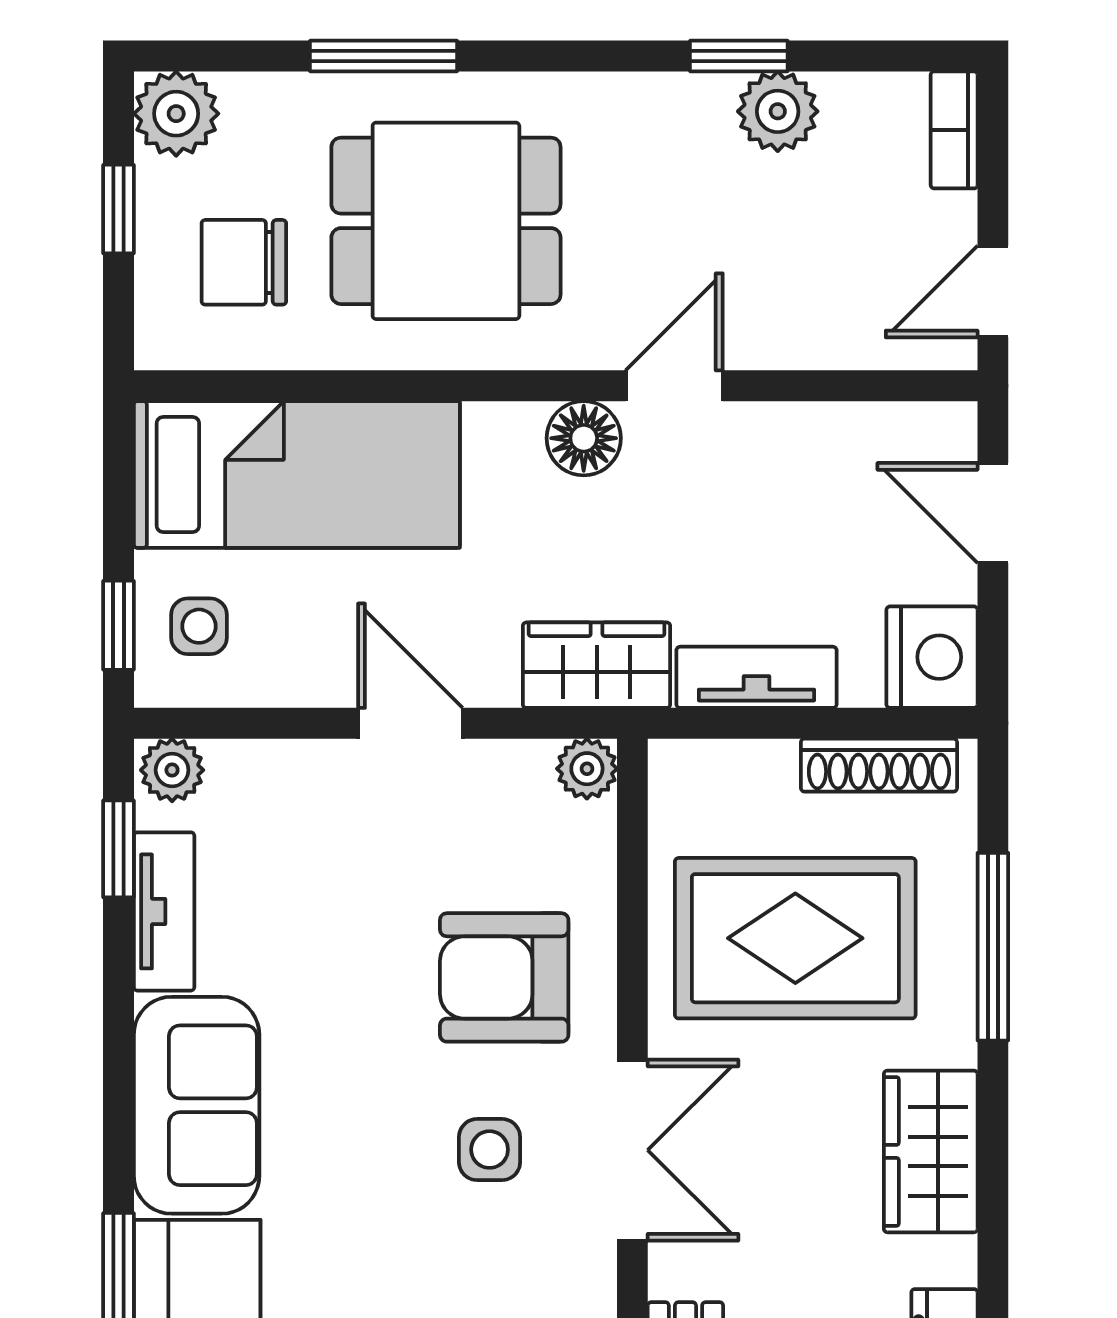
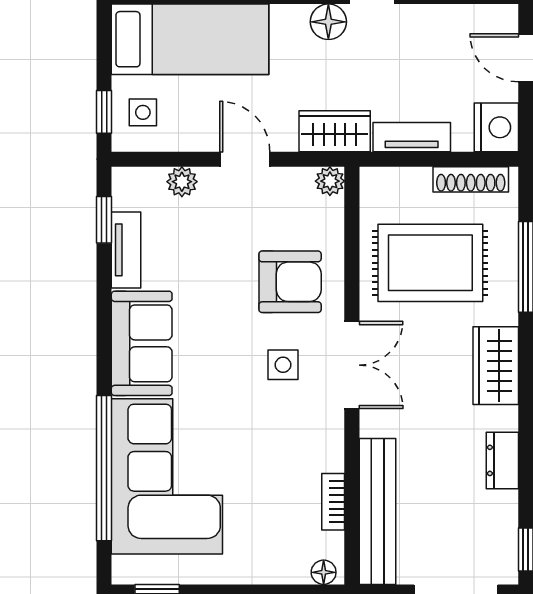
plant: (172, 770) -> (182, 182), moved
armchair: (504, 977) -> (290, 282), turned 180

